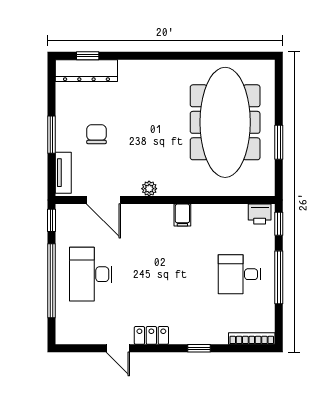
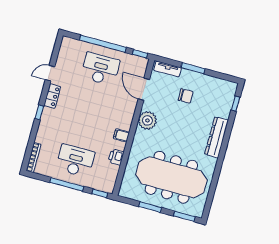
dresser: (86, 71) -> (217, 137), moved
window: (279, 87) -> (184, 216), added
plant: (149, 189) -> (147, 120), width x1.88, depth x1.88
door: (103, 200) -> (144, 89), hinge flipped
printer: (260, 214) -> (116, 157), moved
desk: (240, 274) -> (75, 161), width x1.37
window: (199, 348) -> (39, 112), moved

